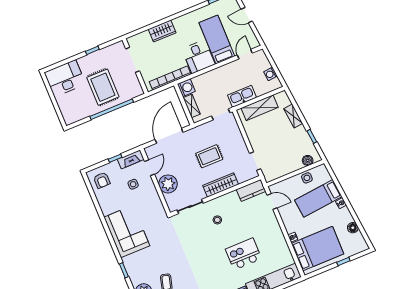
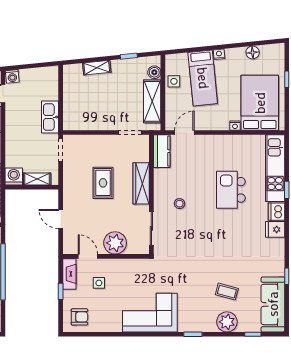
washing machine: (270, 74) -> (12, 76), moved
shelving: (260, 108) -> (152, 101), moved
door: (169, 136) -> (61, 219), width x0.53

